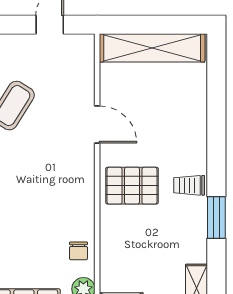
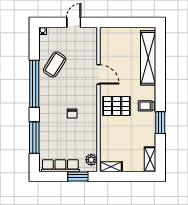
shelving: (152, 48) -> (148, 58), moved, turned 90
chair: (78, 251) -> (72, 114), moved

